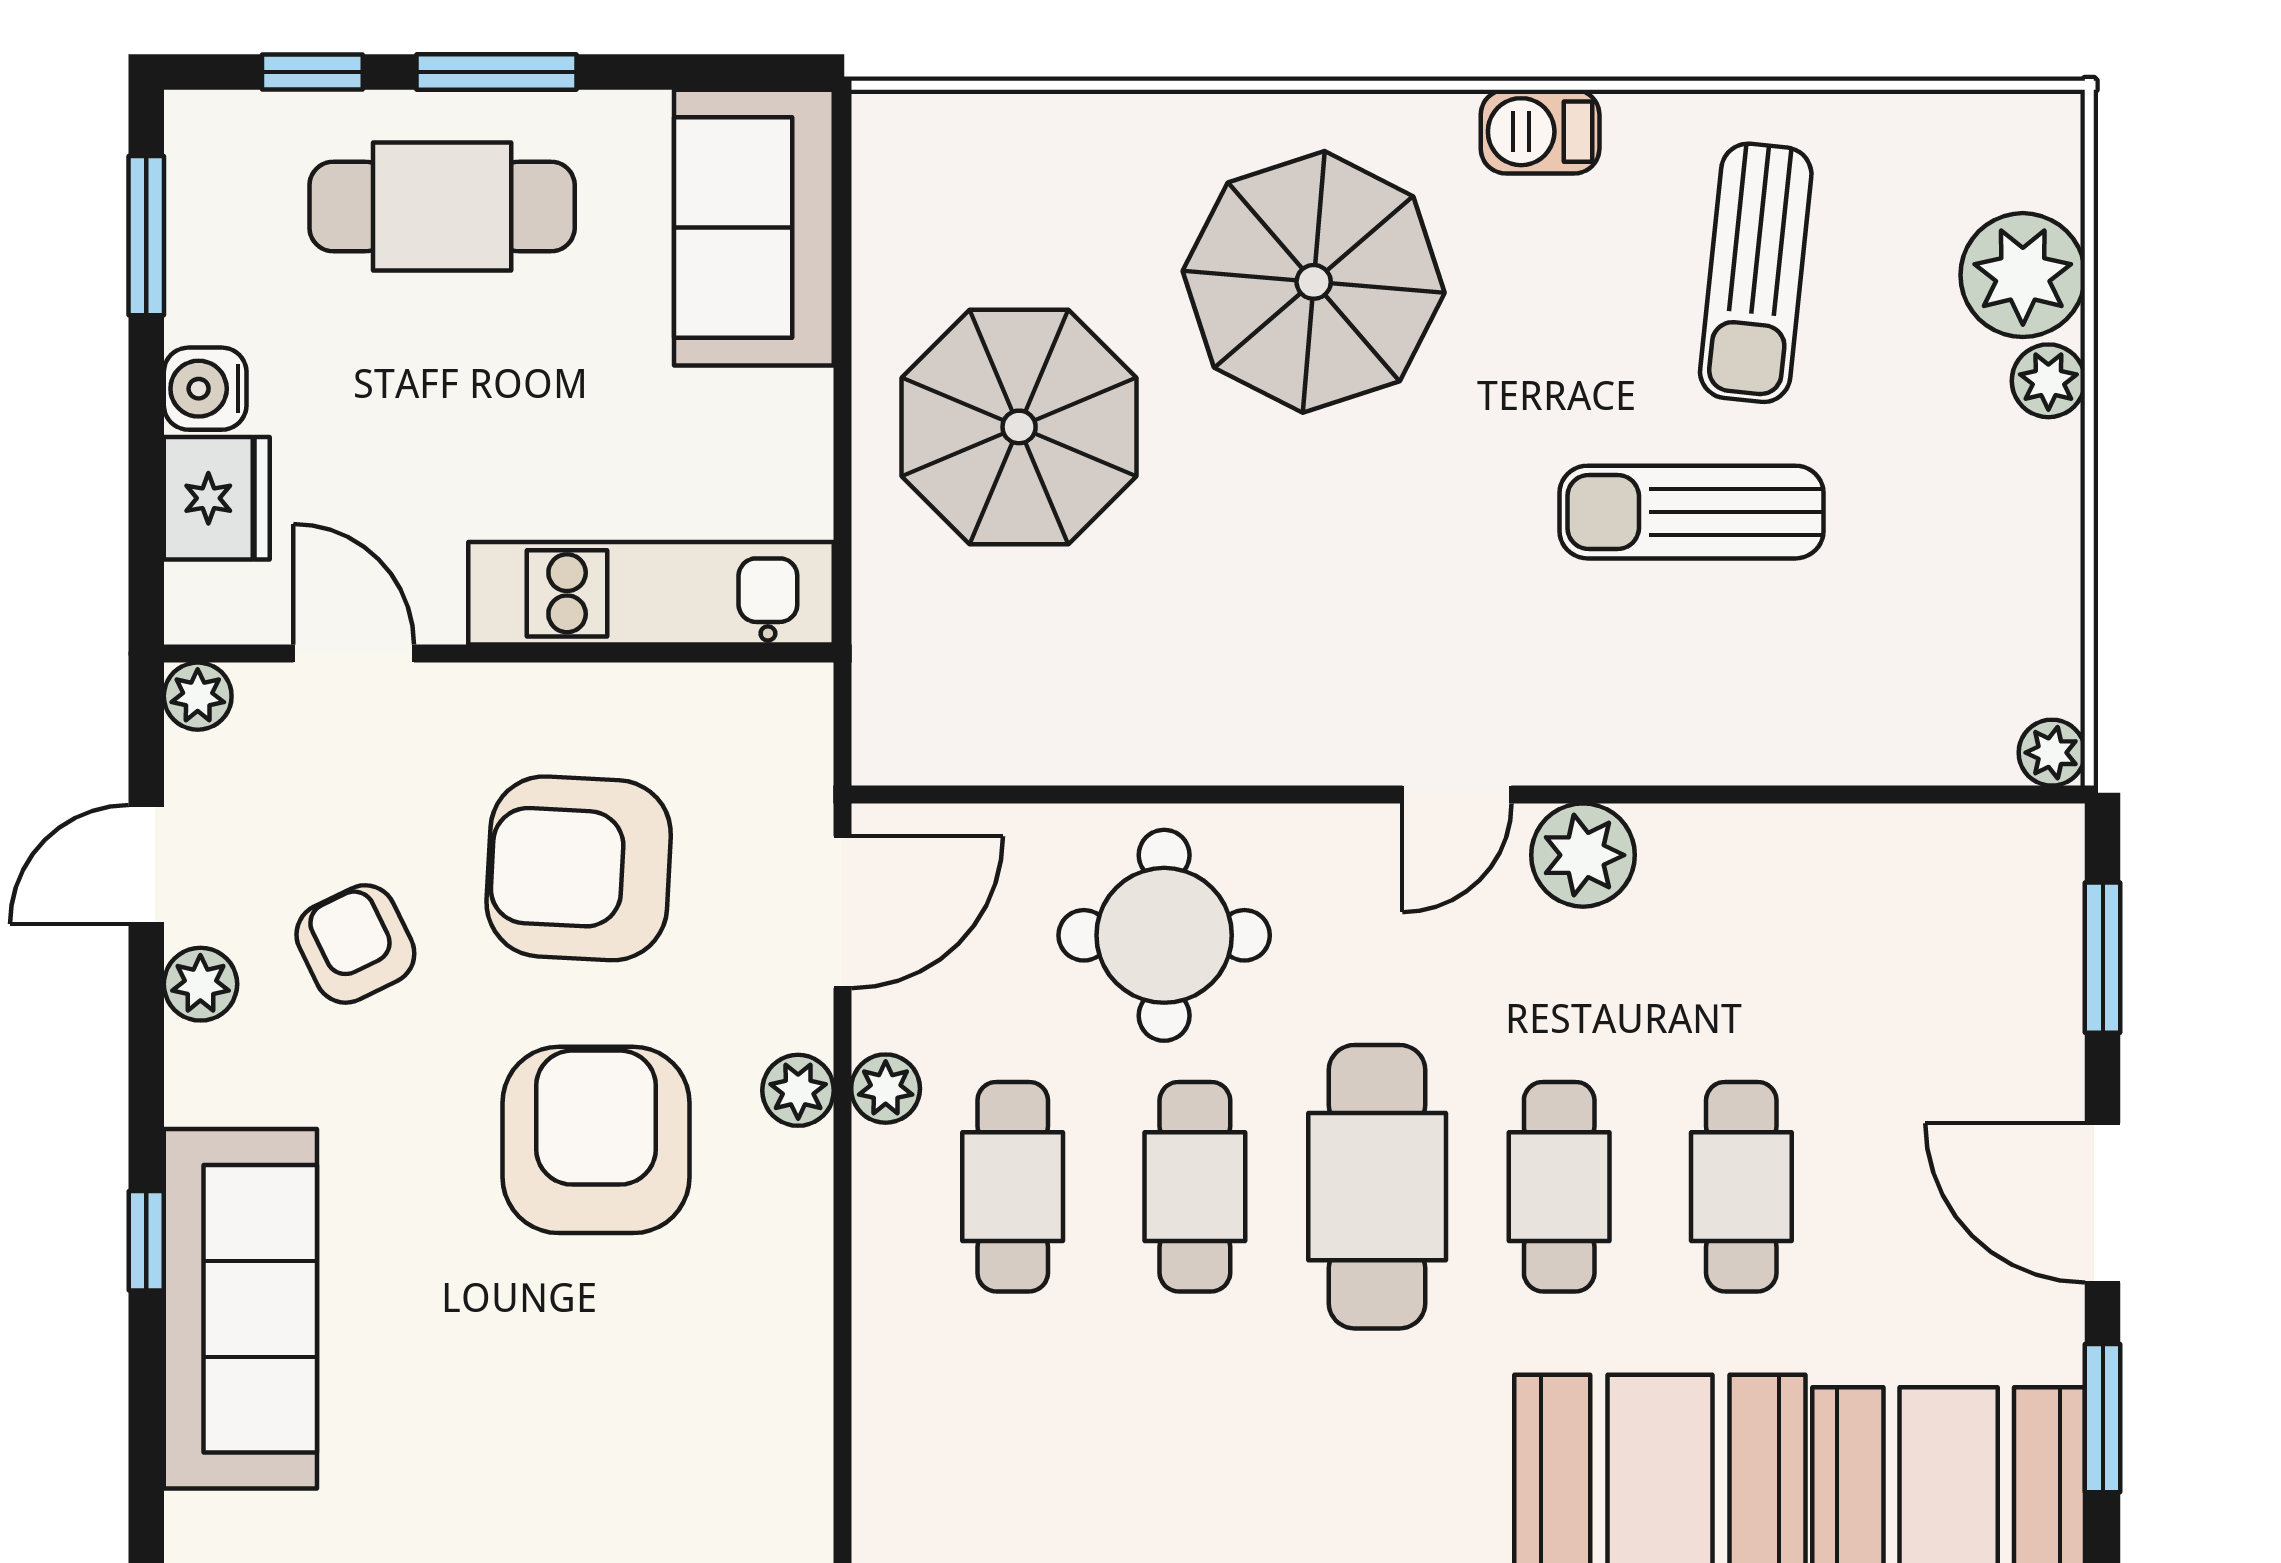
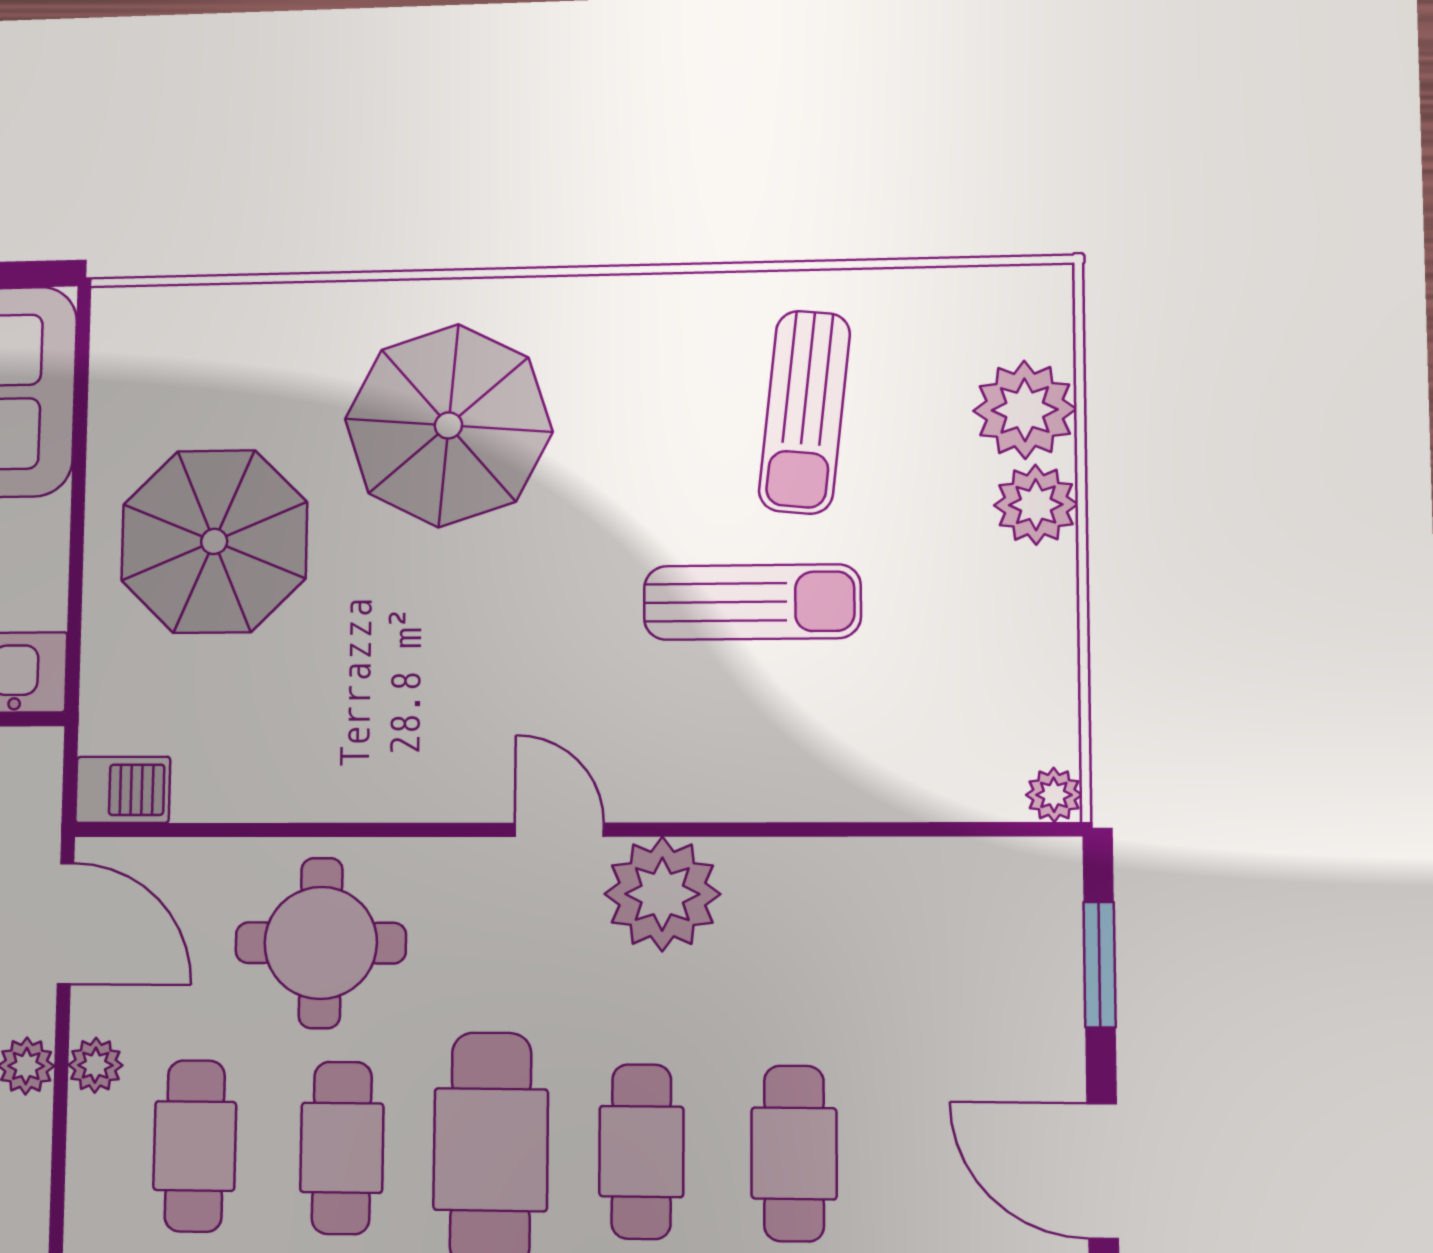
barbecue: (1540, 132) -> (123, 790), moved, turned 180
plant: (2048, 381) -> (1036, 505), width x1.38, depth x1.38
sun lounger: (1692, 512) -> (752, 602), turned 180
door: (1457, 795) -> (559, 830), swing flipped
plant: (1583, 855) -> (662, 894), width x1.36, depth x1.36
door: (842, 912) -> (65, 923), hinge flipped

